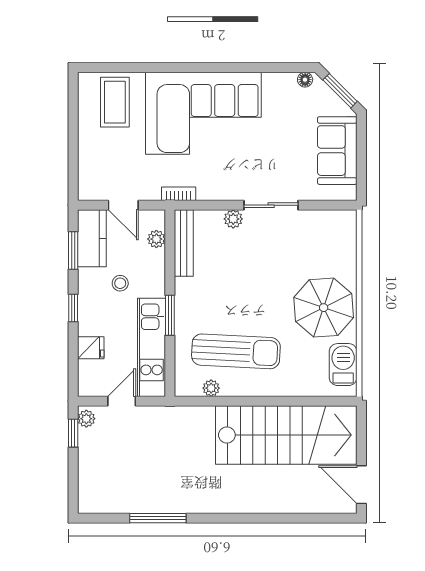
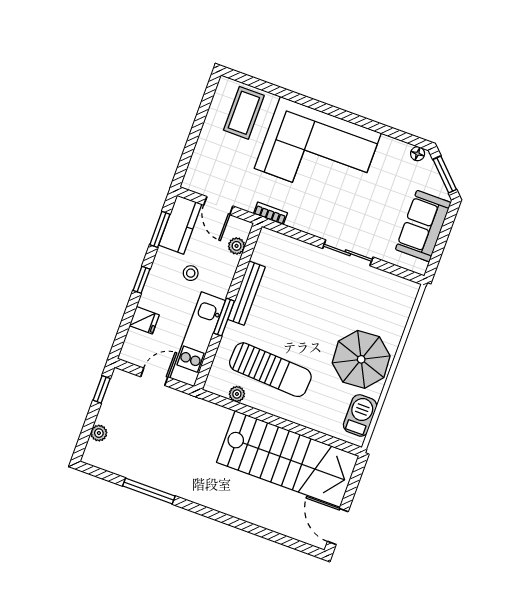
plant: (233, 219) -> (310, 253), removed
bench: (184, 243) -> (246, 293), moved
plant: (86, 419) -> (99, 433), moved

